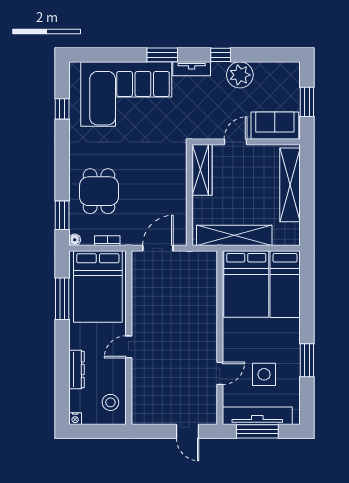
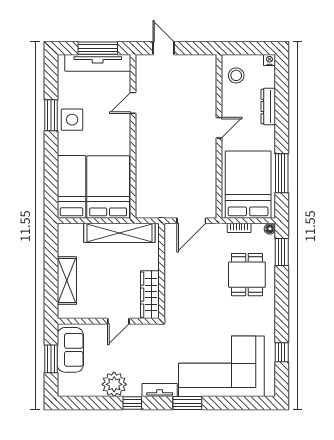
sofa: (275, 126) -> (70, 350), moved, turned -90
shelving: (290, 185) -> (67, 281), width x0.68
side table: (264, 374) -> (72, 120), moved

